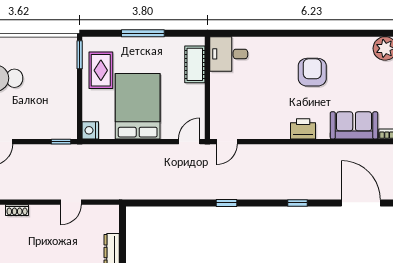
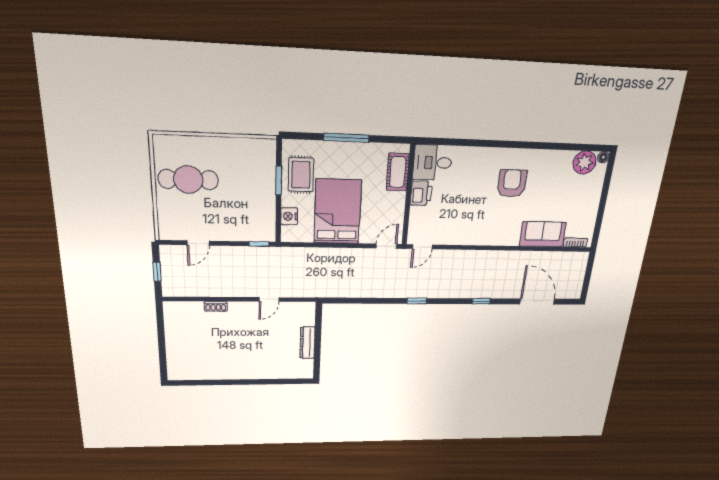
window: (80, 55) -> (279, 181), moved
printer: (303, 129) -> (421, 193), moved, turned 90
nightstand: (90, 130) -> (289, 216), moved

